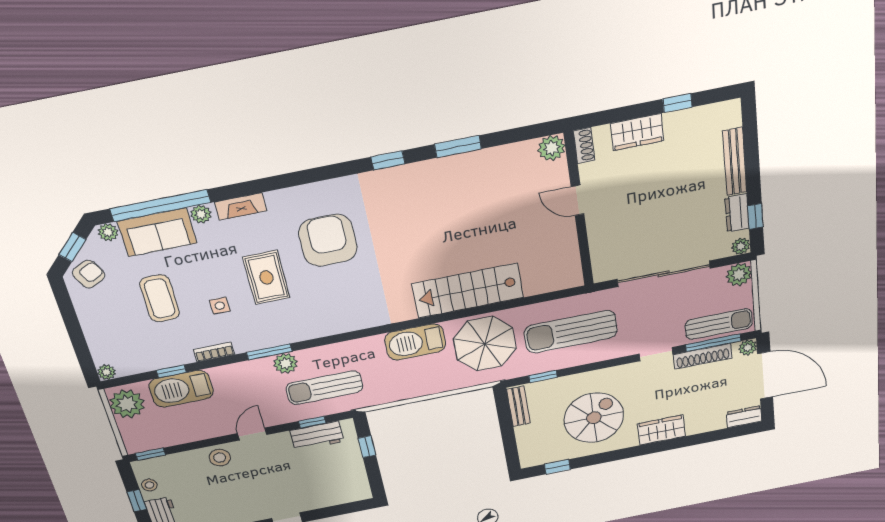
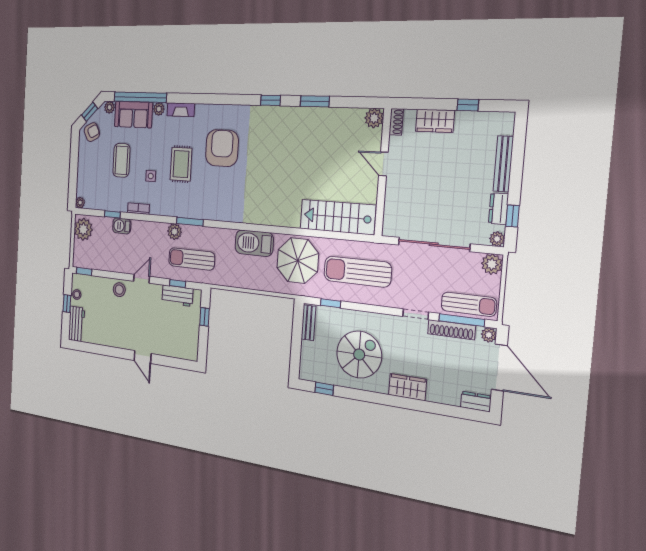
stairs: (468, 291) -> (338, 217), moved
window: (269, 352) -> (190, 222), moved
barbecue: (181, 389) -> (122, 226), width x0.53, depth x0.65

